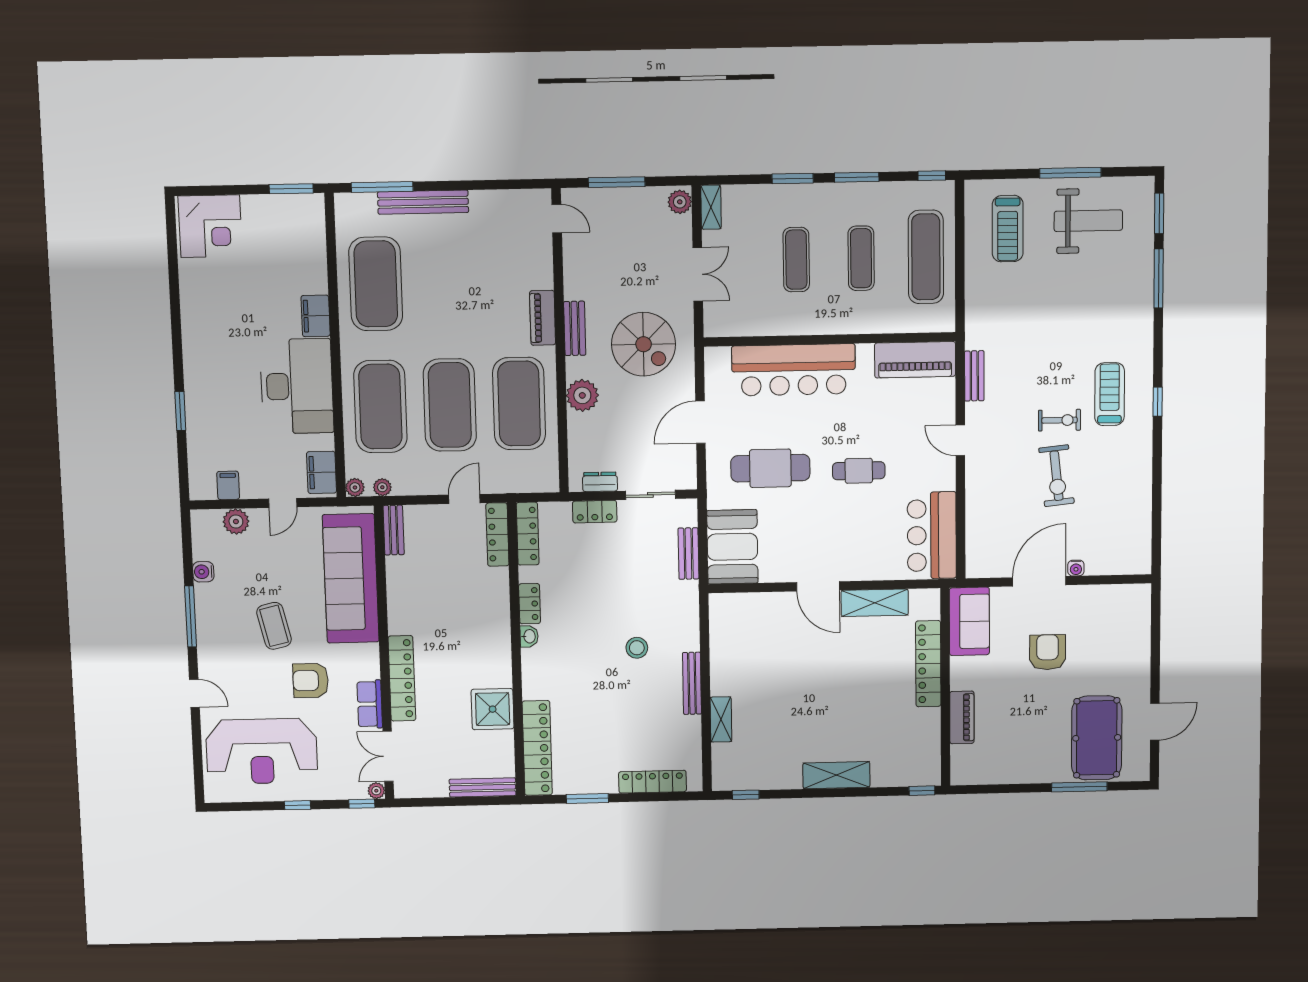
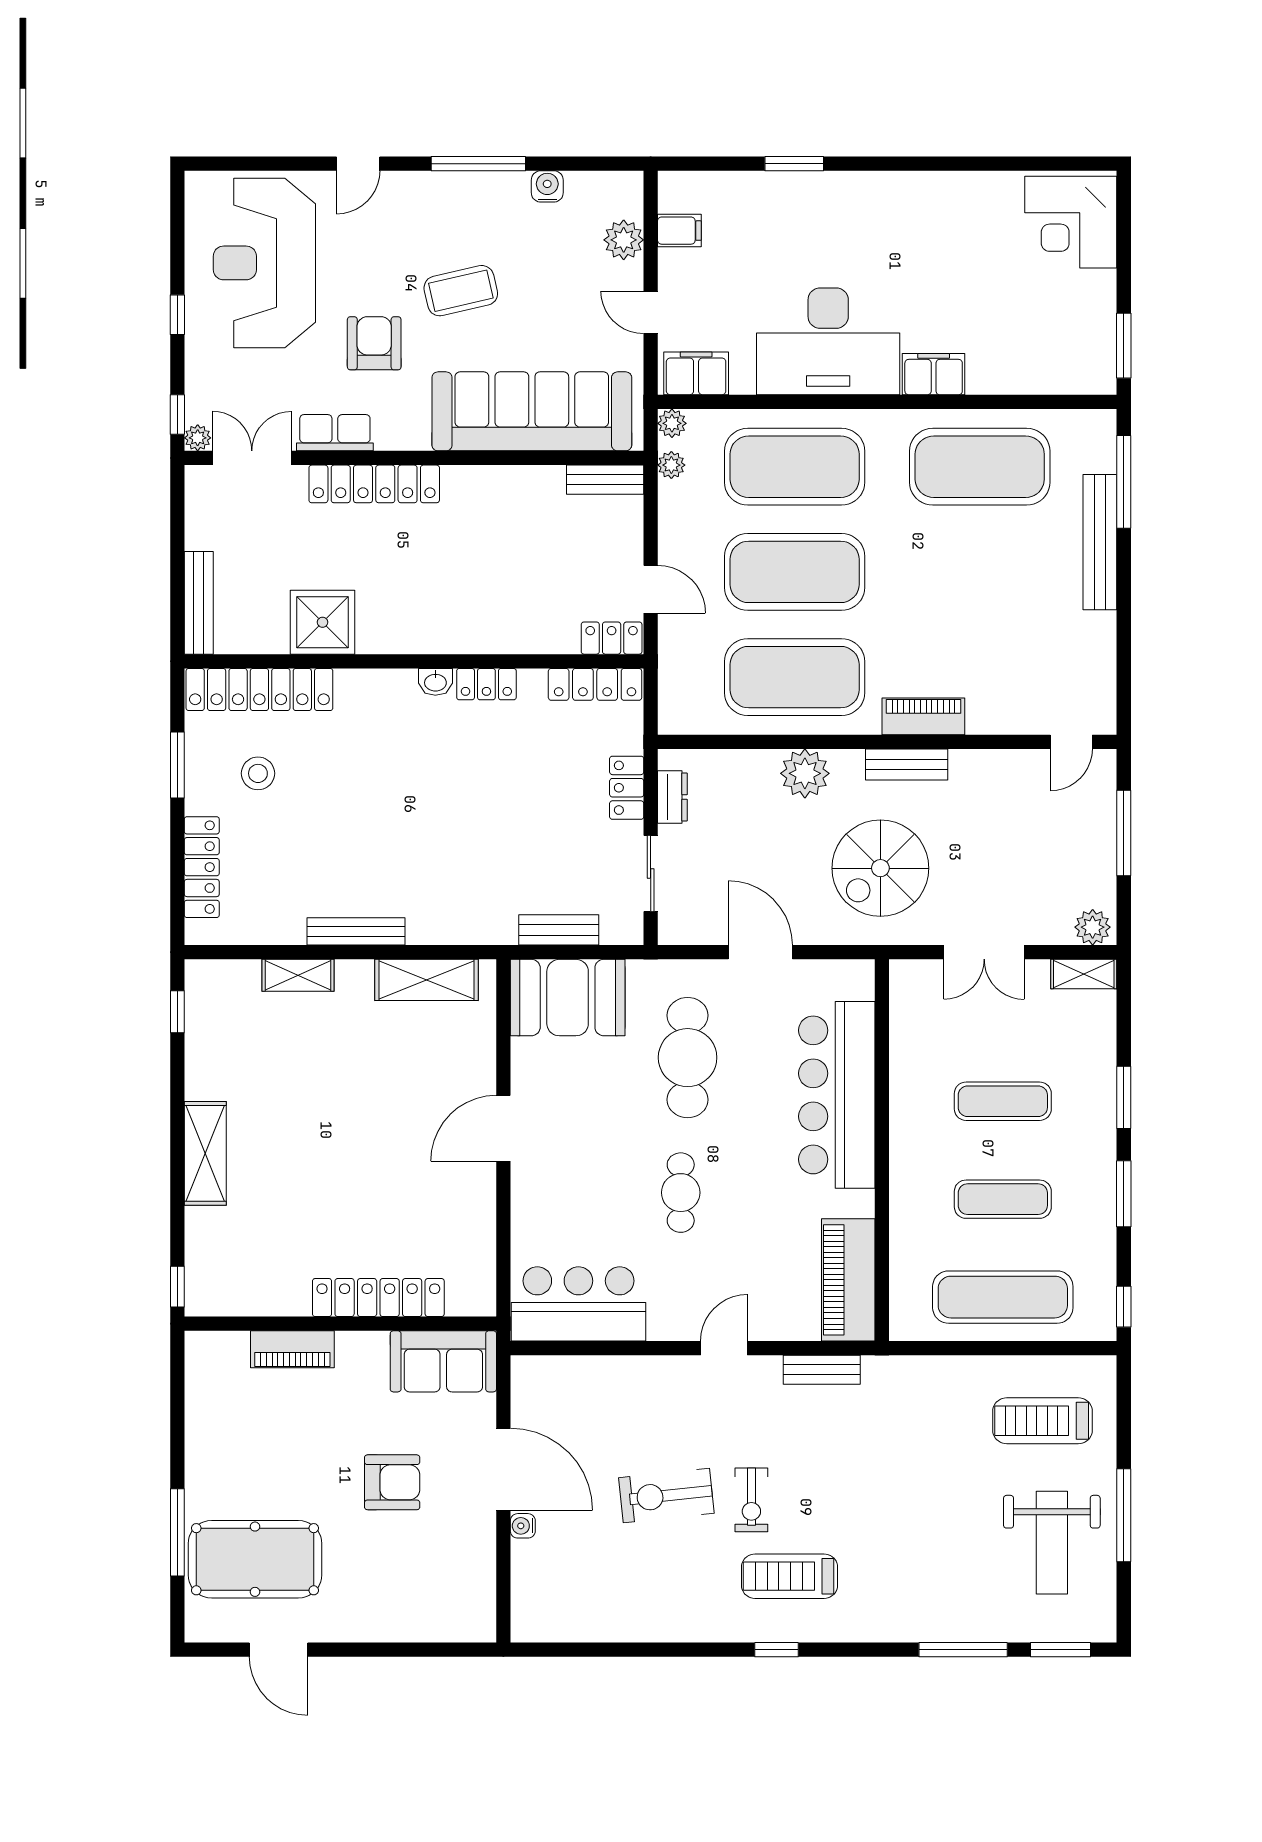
treadmill: (1110, 394) -> (790, 1576), turned 180
locker: (497, 535) -> (612, 638), width x0.66
shelving: (875, 603) -> (427, 980), moved, turned 90
stool: (637, 648) -> (258, 773), moved

